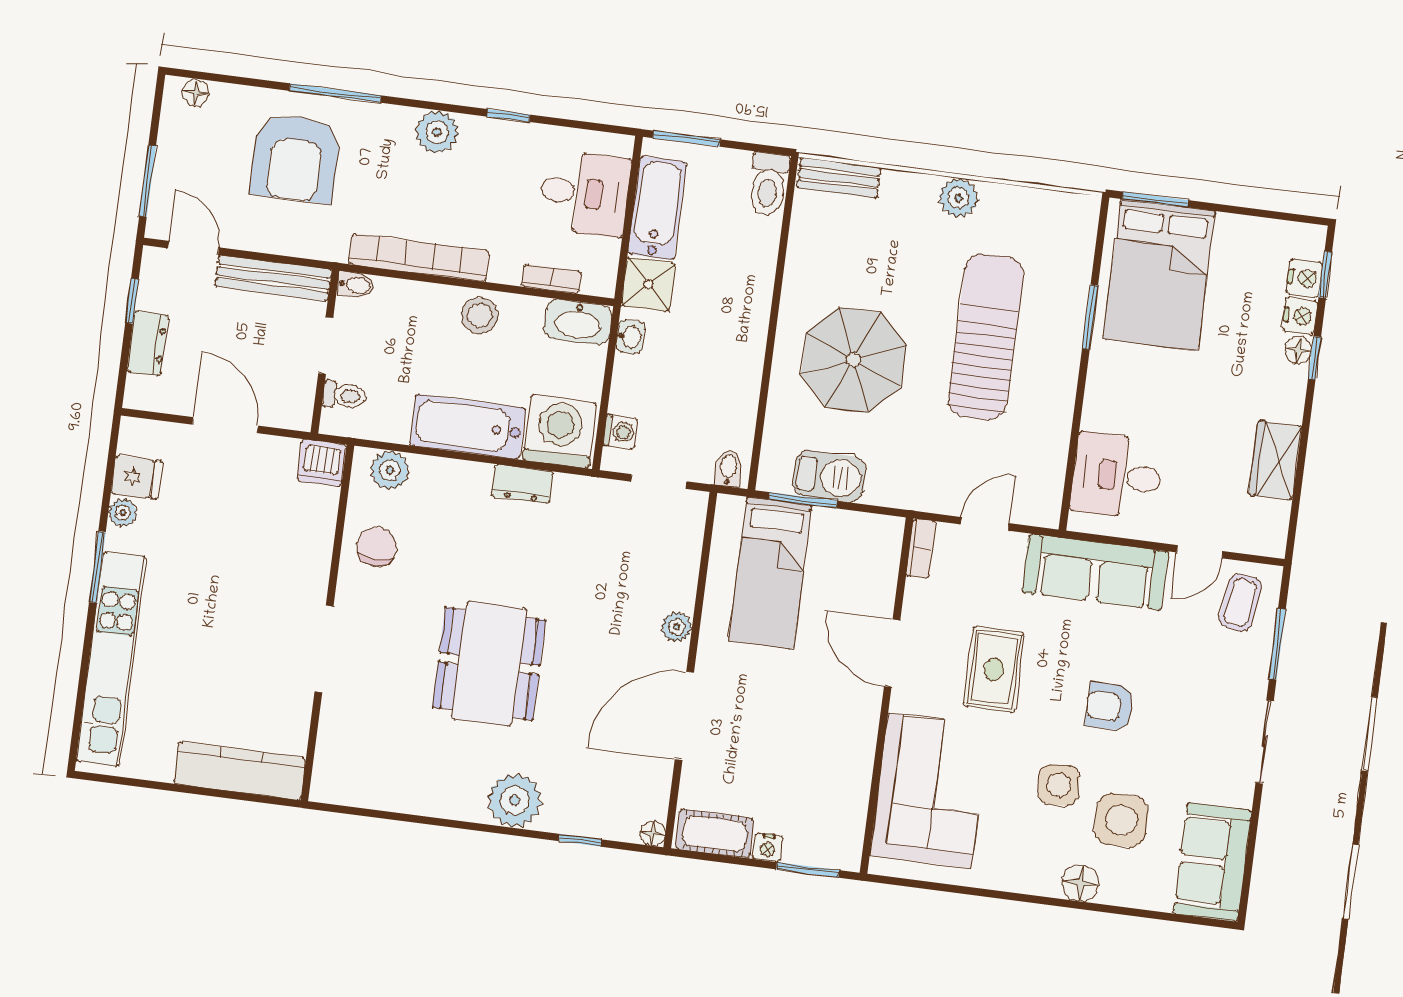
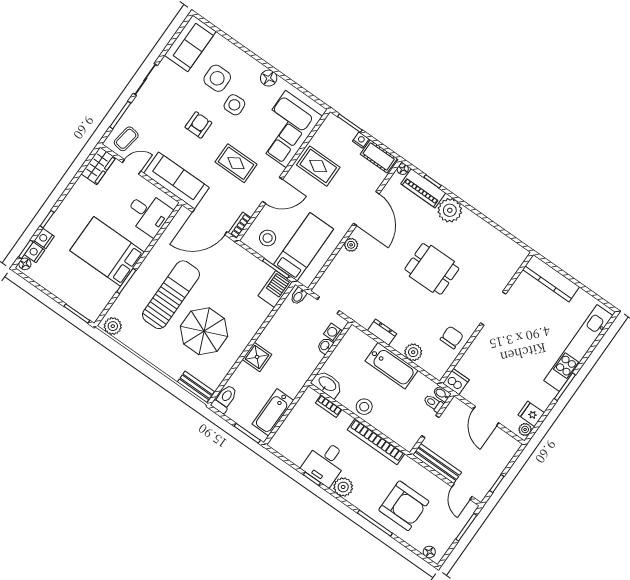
armchair: (295, 158) -> (404, 506), turned 90
desk: (584, 193) -> (325, 463), moved, turned -90
plant: (958, 198) -> (113, 326), moved
bed: (1159, 275) -> (107, 251), moved, turned -90
shower: (648, 284) -> (257, 357), moved
bidet: (356, 285) -> (442, 394), moved
washbasin: (630, 337) -> (325, 346), moved
sun lounger: (986, 337) -> (171, 295), turned 180
dresser: (148, 343) -> (499, 464), removed
floor lamp: (1298, 350) -> (25, 264), moved
parasol: (854, 360) -> (204, 331), moved
washing machine: (560, 431) -> (357, 345), removed
wardrobe: (1275, 461) -> (98, 166), moved
plant: (390, 470) -> (413, 352), moved
barbecue: (829, 476) -> (275, 289), moved, turned 90
plant: (123, 513) -> (525, 429), moved
door: (985, 524) -> (210, 222), width x1.88
chair: (377, 547) -> (452, 337), turned 180
stool: (852, 552) -> (268, 238), added
door: (892, 653) -> (272, 190), hinge flipped
dining table: (489, 664) -> (432, 269), width x0.73
rug: (994, 669) -> (236, 163), turned 90
armchair: (1110, 707) -> (198, 125), turned -90
door: (684, 716) -> (366, 209), hinge flipped
rug: (826, 750) -> (318, 166), added
piano: (591, 816) -> (423, 188), added
floor lamp: (1081, 883) -> (269, 78), moved

